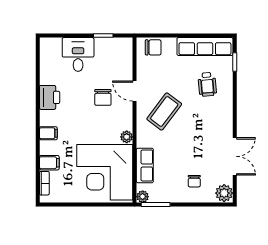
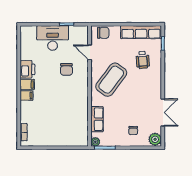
desk: (78, 54) -> (53, 38), width x1.37
door: (135, 91) -> (90, 52), moved
coffee table: (164, 111) -> (111, 80), width x1.36, depth x1.32
plant: (127, 137) -> (84, 98), removed
filing cabinet: (49, 163) -> (27, 84), moved
corner desk: (105, 172) -> (68, 124), removed

